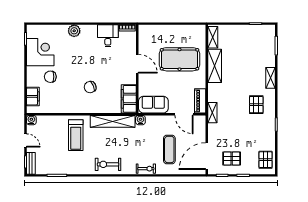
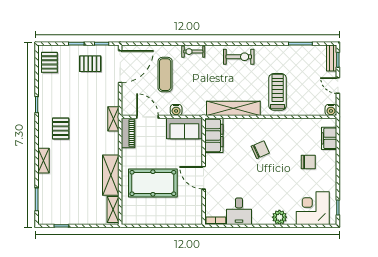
corner desk: (40, 52) -> (313, 208), moved, turned 90
water cooler: (140, 120) -> (176, 110), moved

